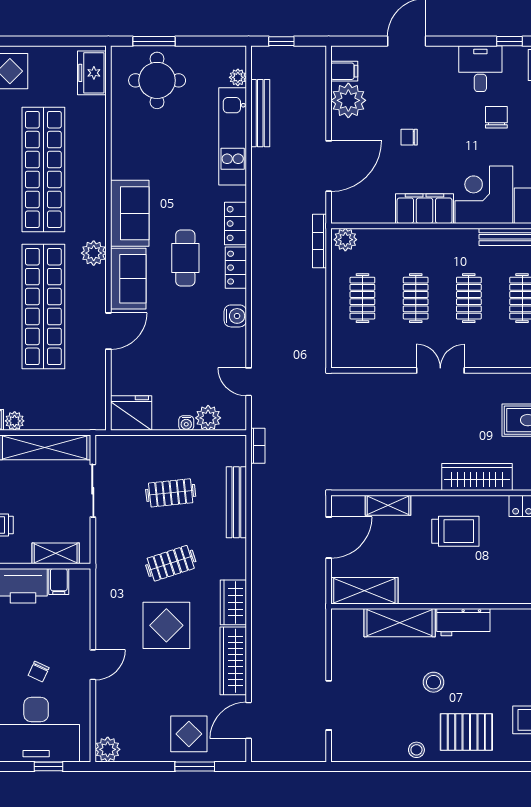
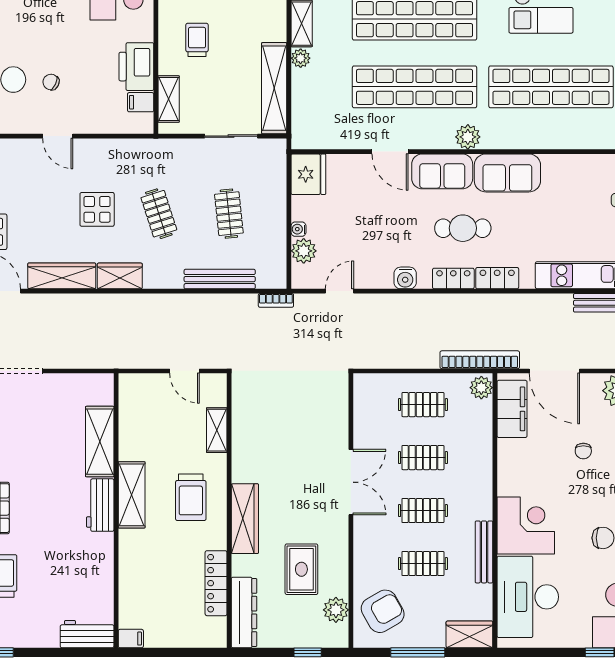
chair: (409, 137) -> (583, 451), turned 180
filing cabinet: (425, 209) -> (512, 409), moved
bookcase: (320, 241) -> (480, 360), width x1.48, depth x1.31
double door: (440, 370) -> (351, 482), width x1.37
door: (329, 538) -> (184, 371), width x0.73
shelving: (364, 591) -> (132, 495), moved
display table: (166, 625) -> (97, 209), width x0.73, depth x0.73
stool: (434, 682) -> (40, 475), removed

